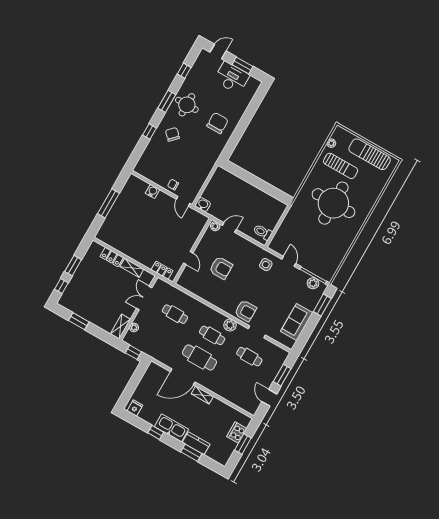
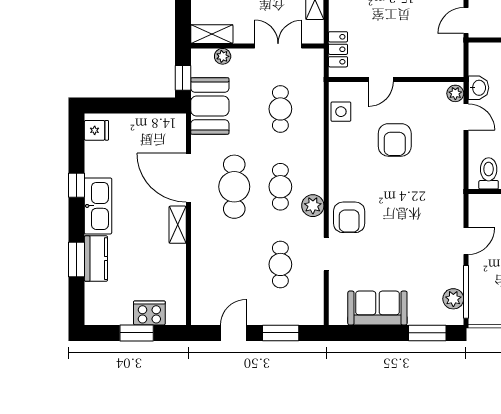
washbasin: (203, 204) -> (478, 88), moved
side table: (266, 265) -> (341, 112), moved
booth: (154, 347) -> (210, 106), added

